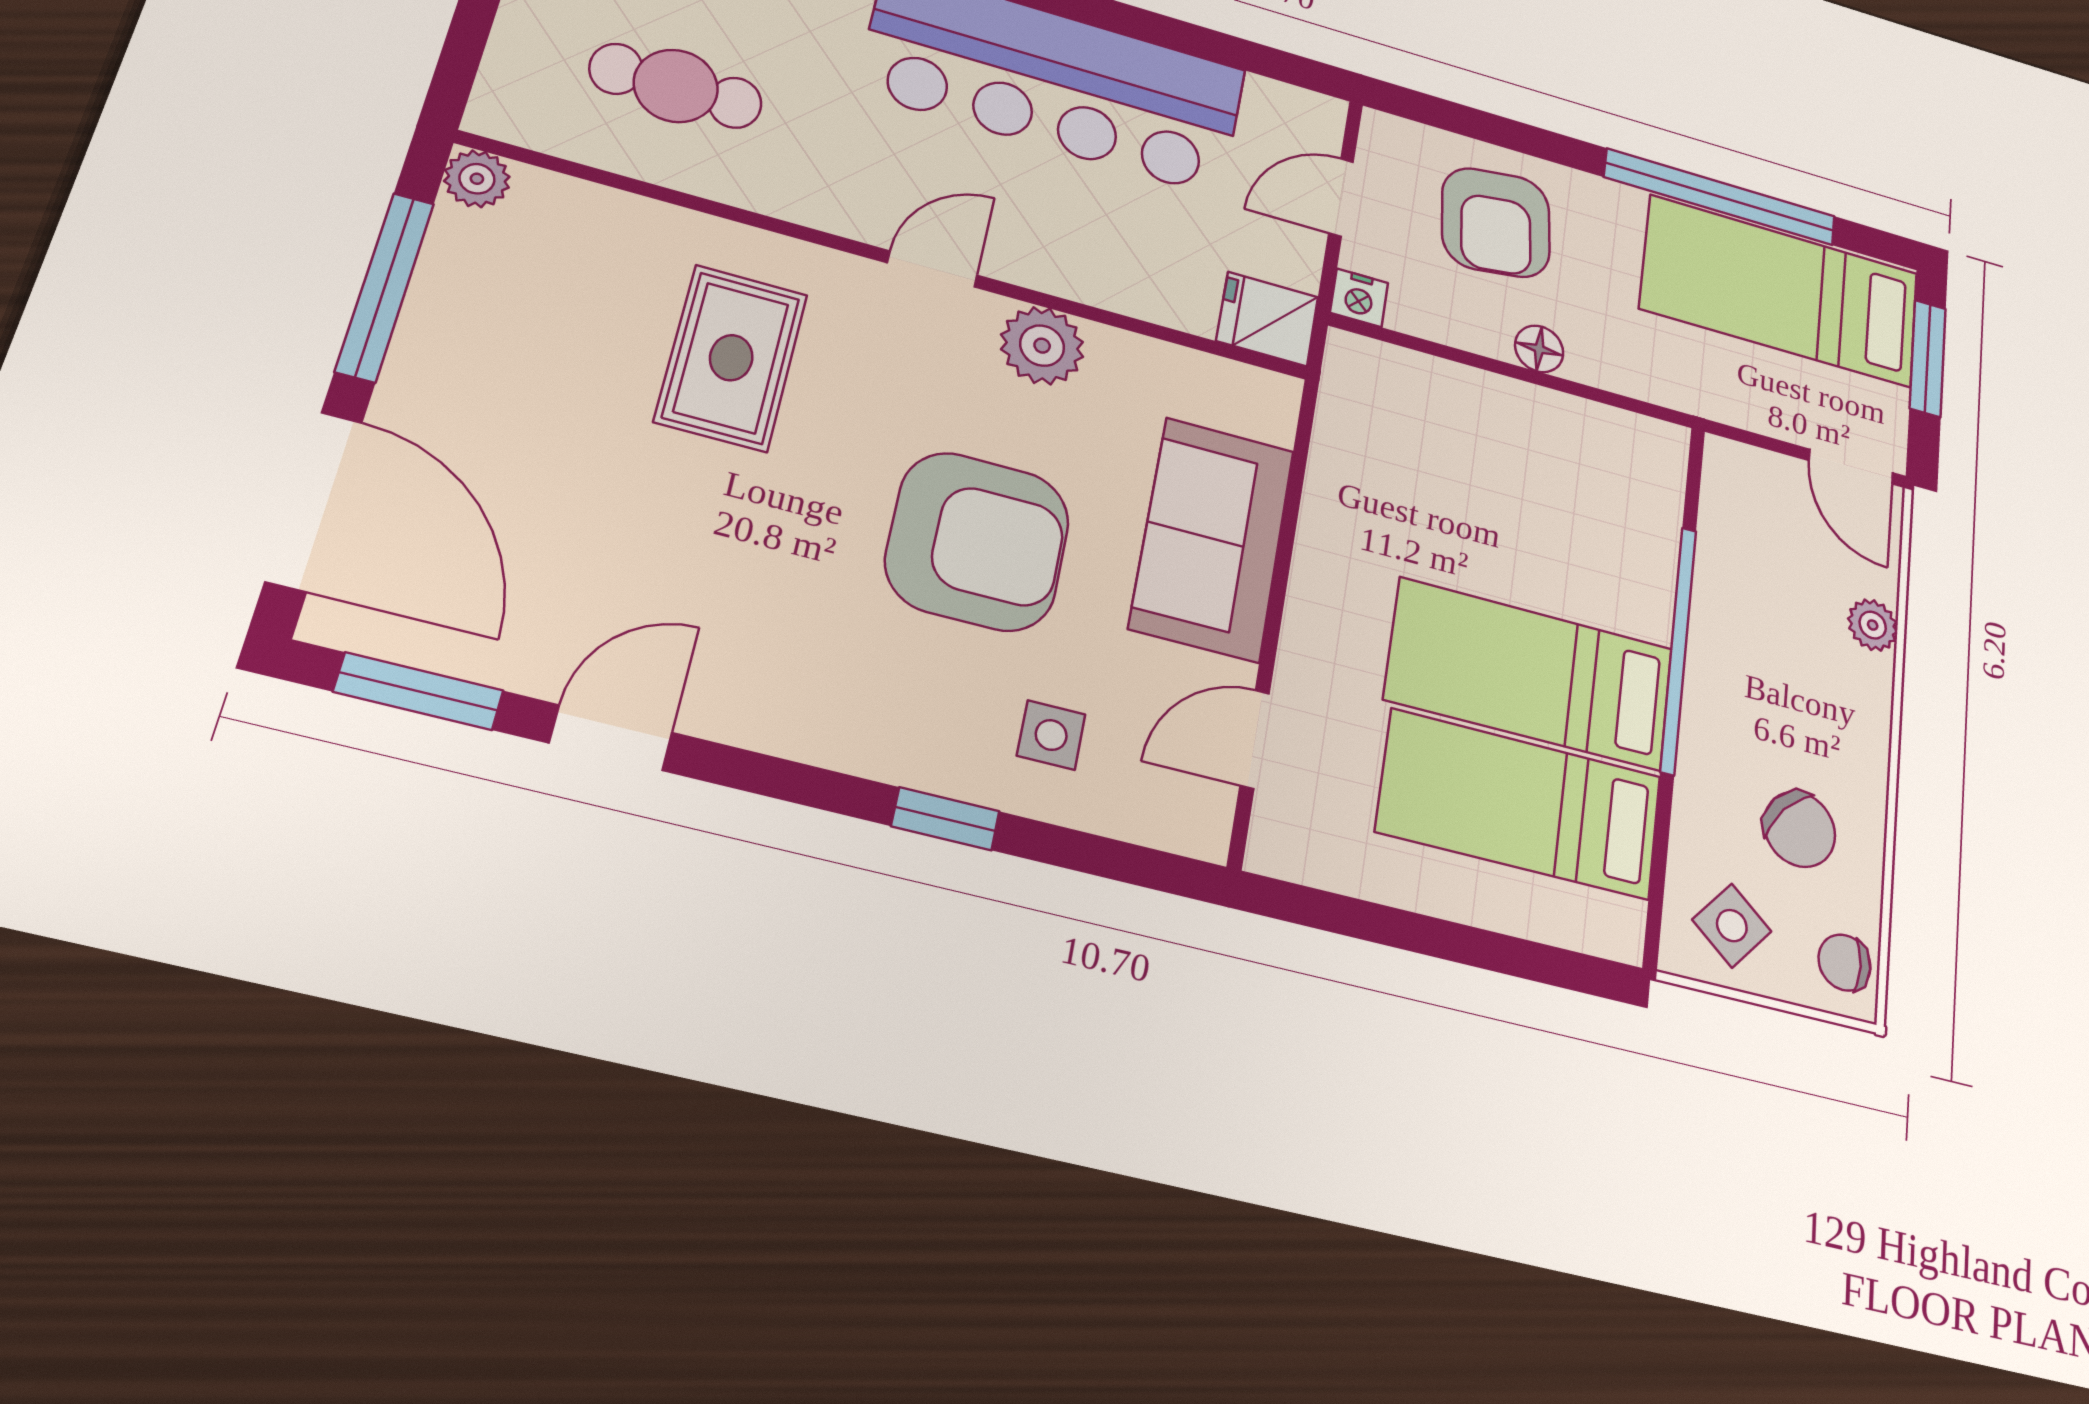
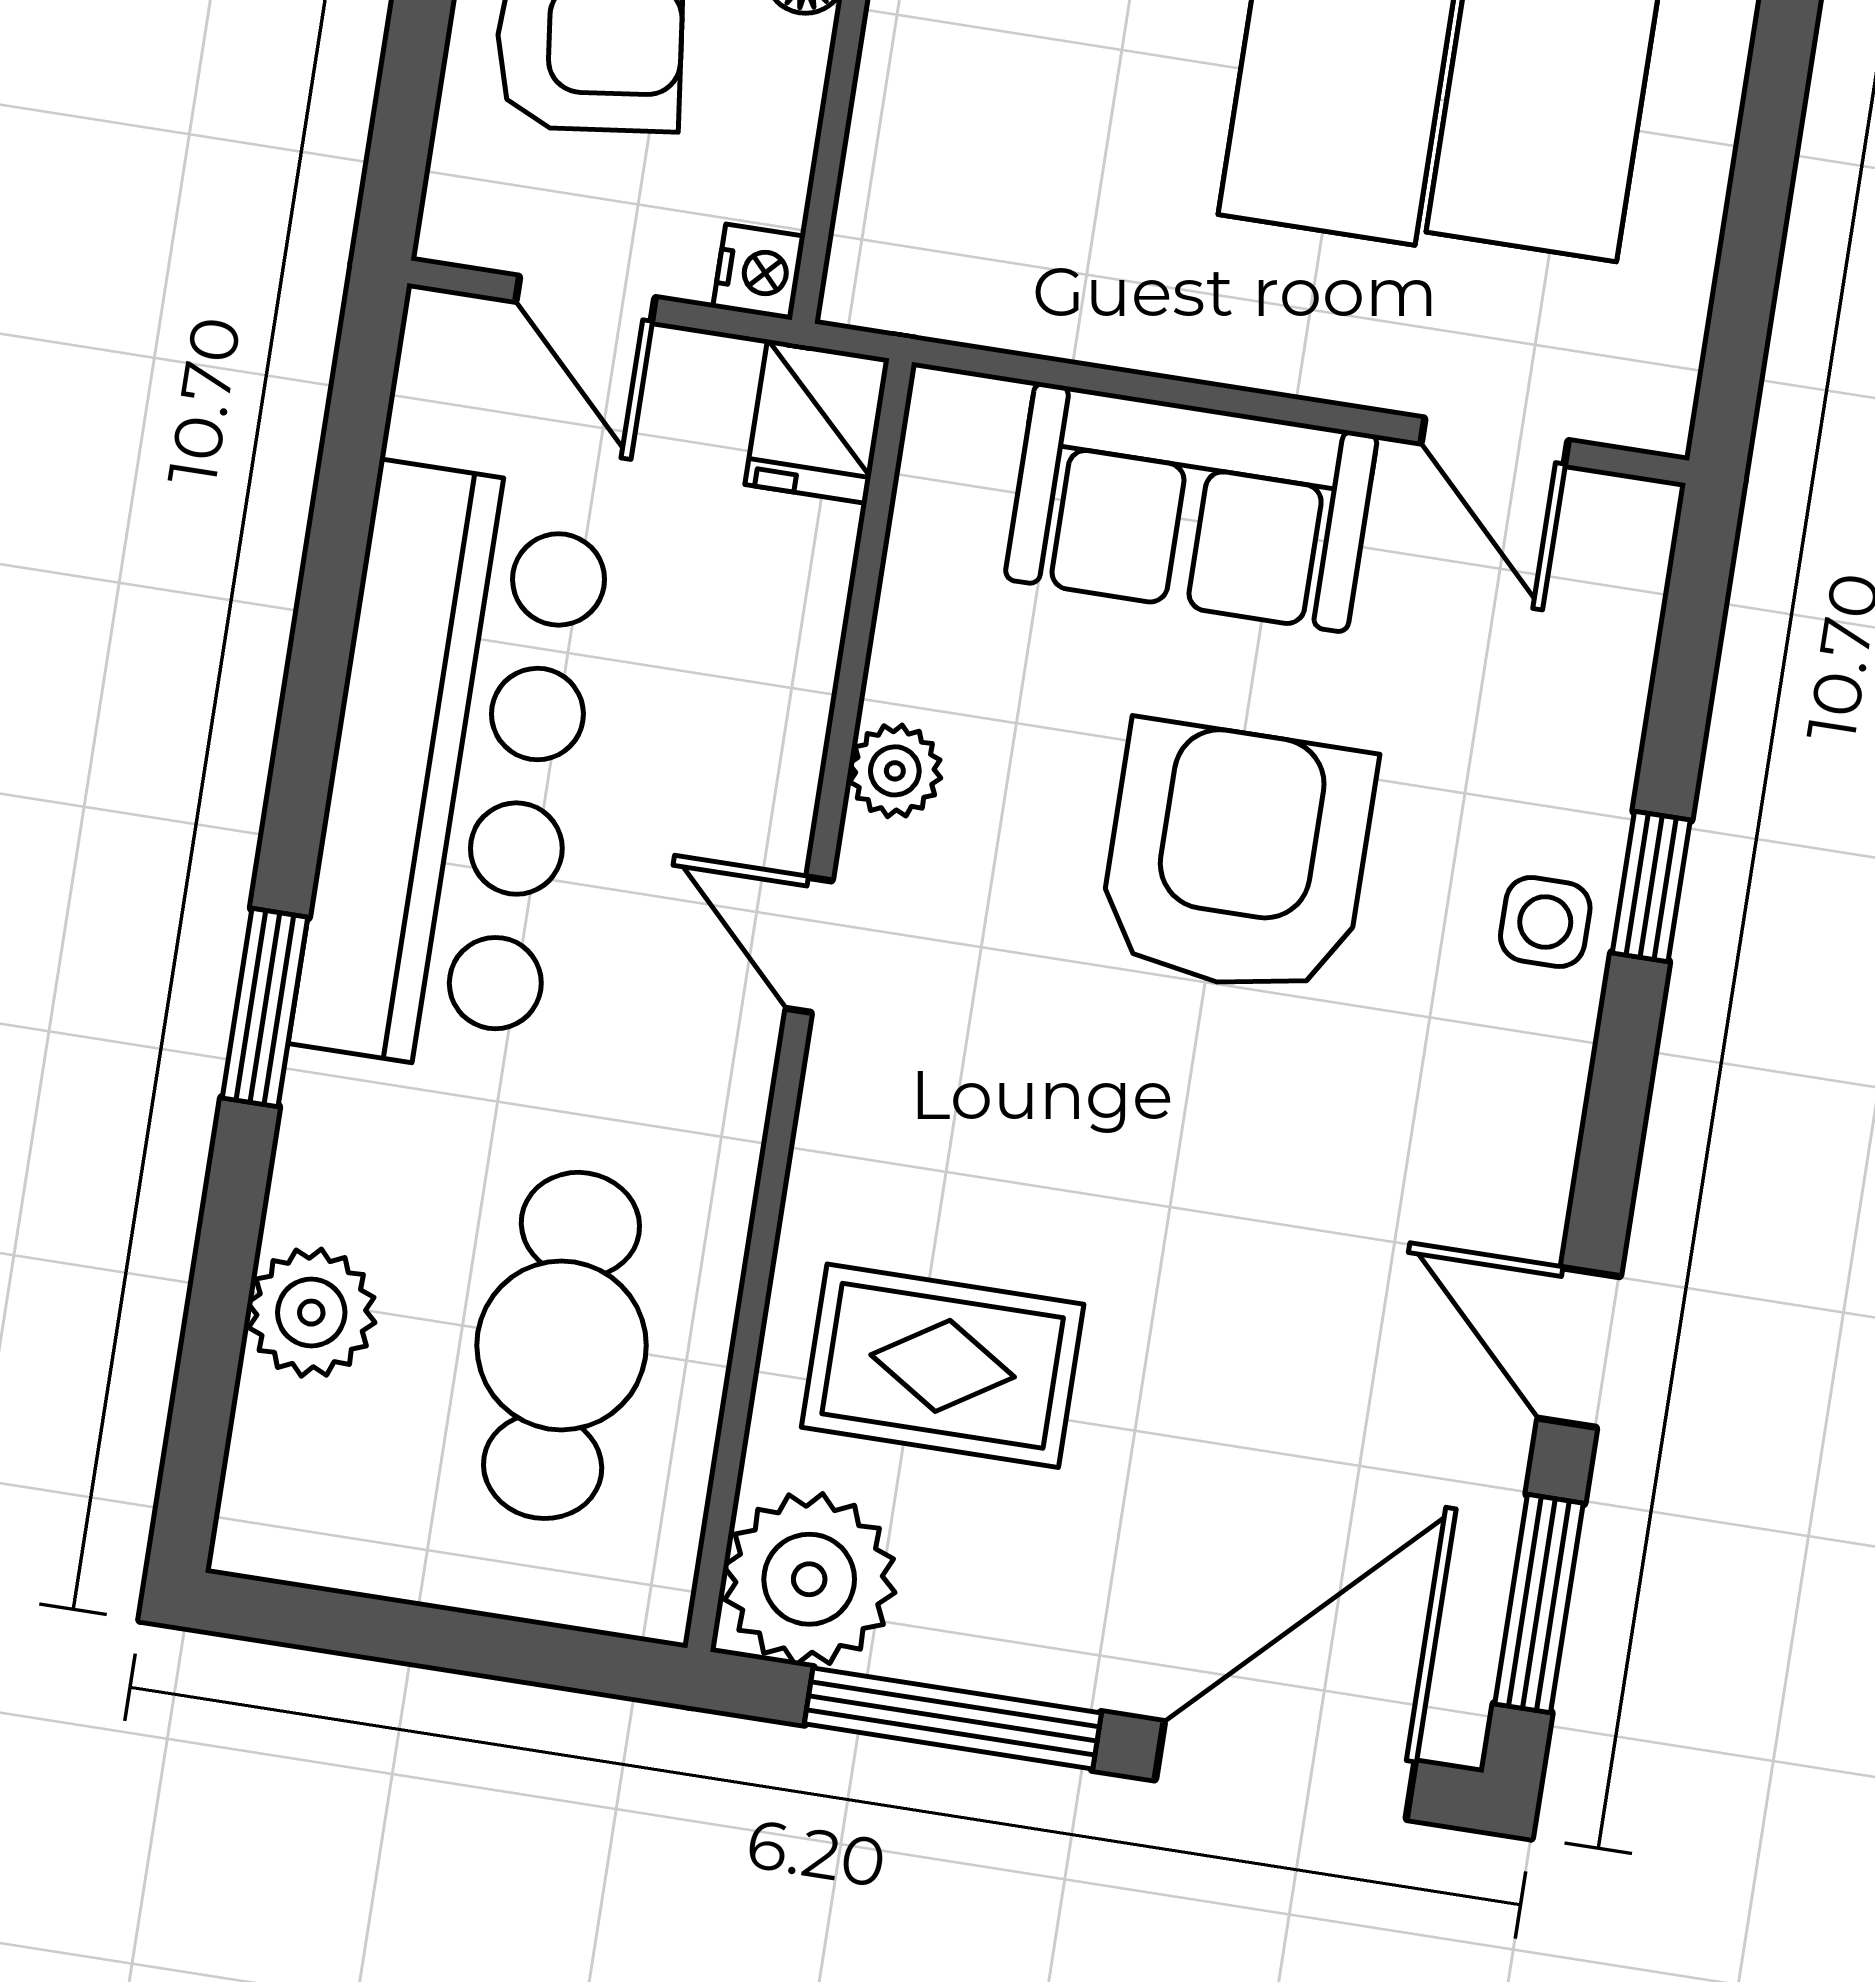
cafe table: (676, 86) -> (562, 1345), width x1.37, depth x1.35
plant: (477, 179) -> (809, 1579), width x1.88, depth x1.88
plant: (1042, 346) -> (895, 771), width x0.73, depth x0.73
rug: (731, 358) -> (943, 1366), moved
side table: (1051, 735) -> (1545, 922), moved

